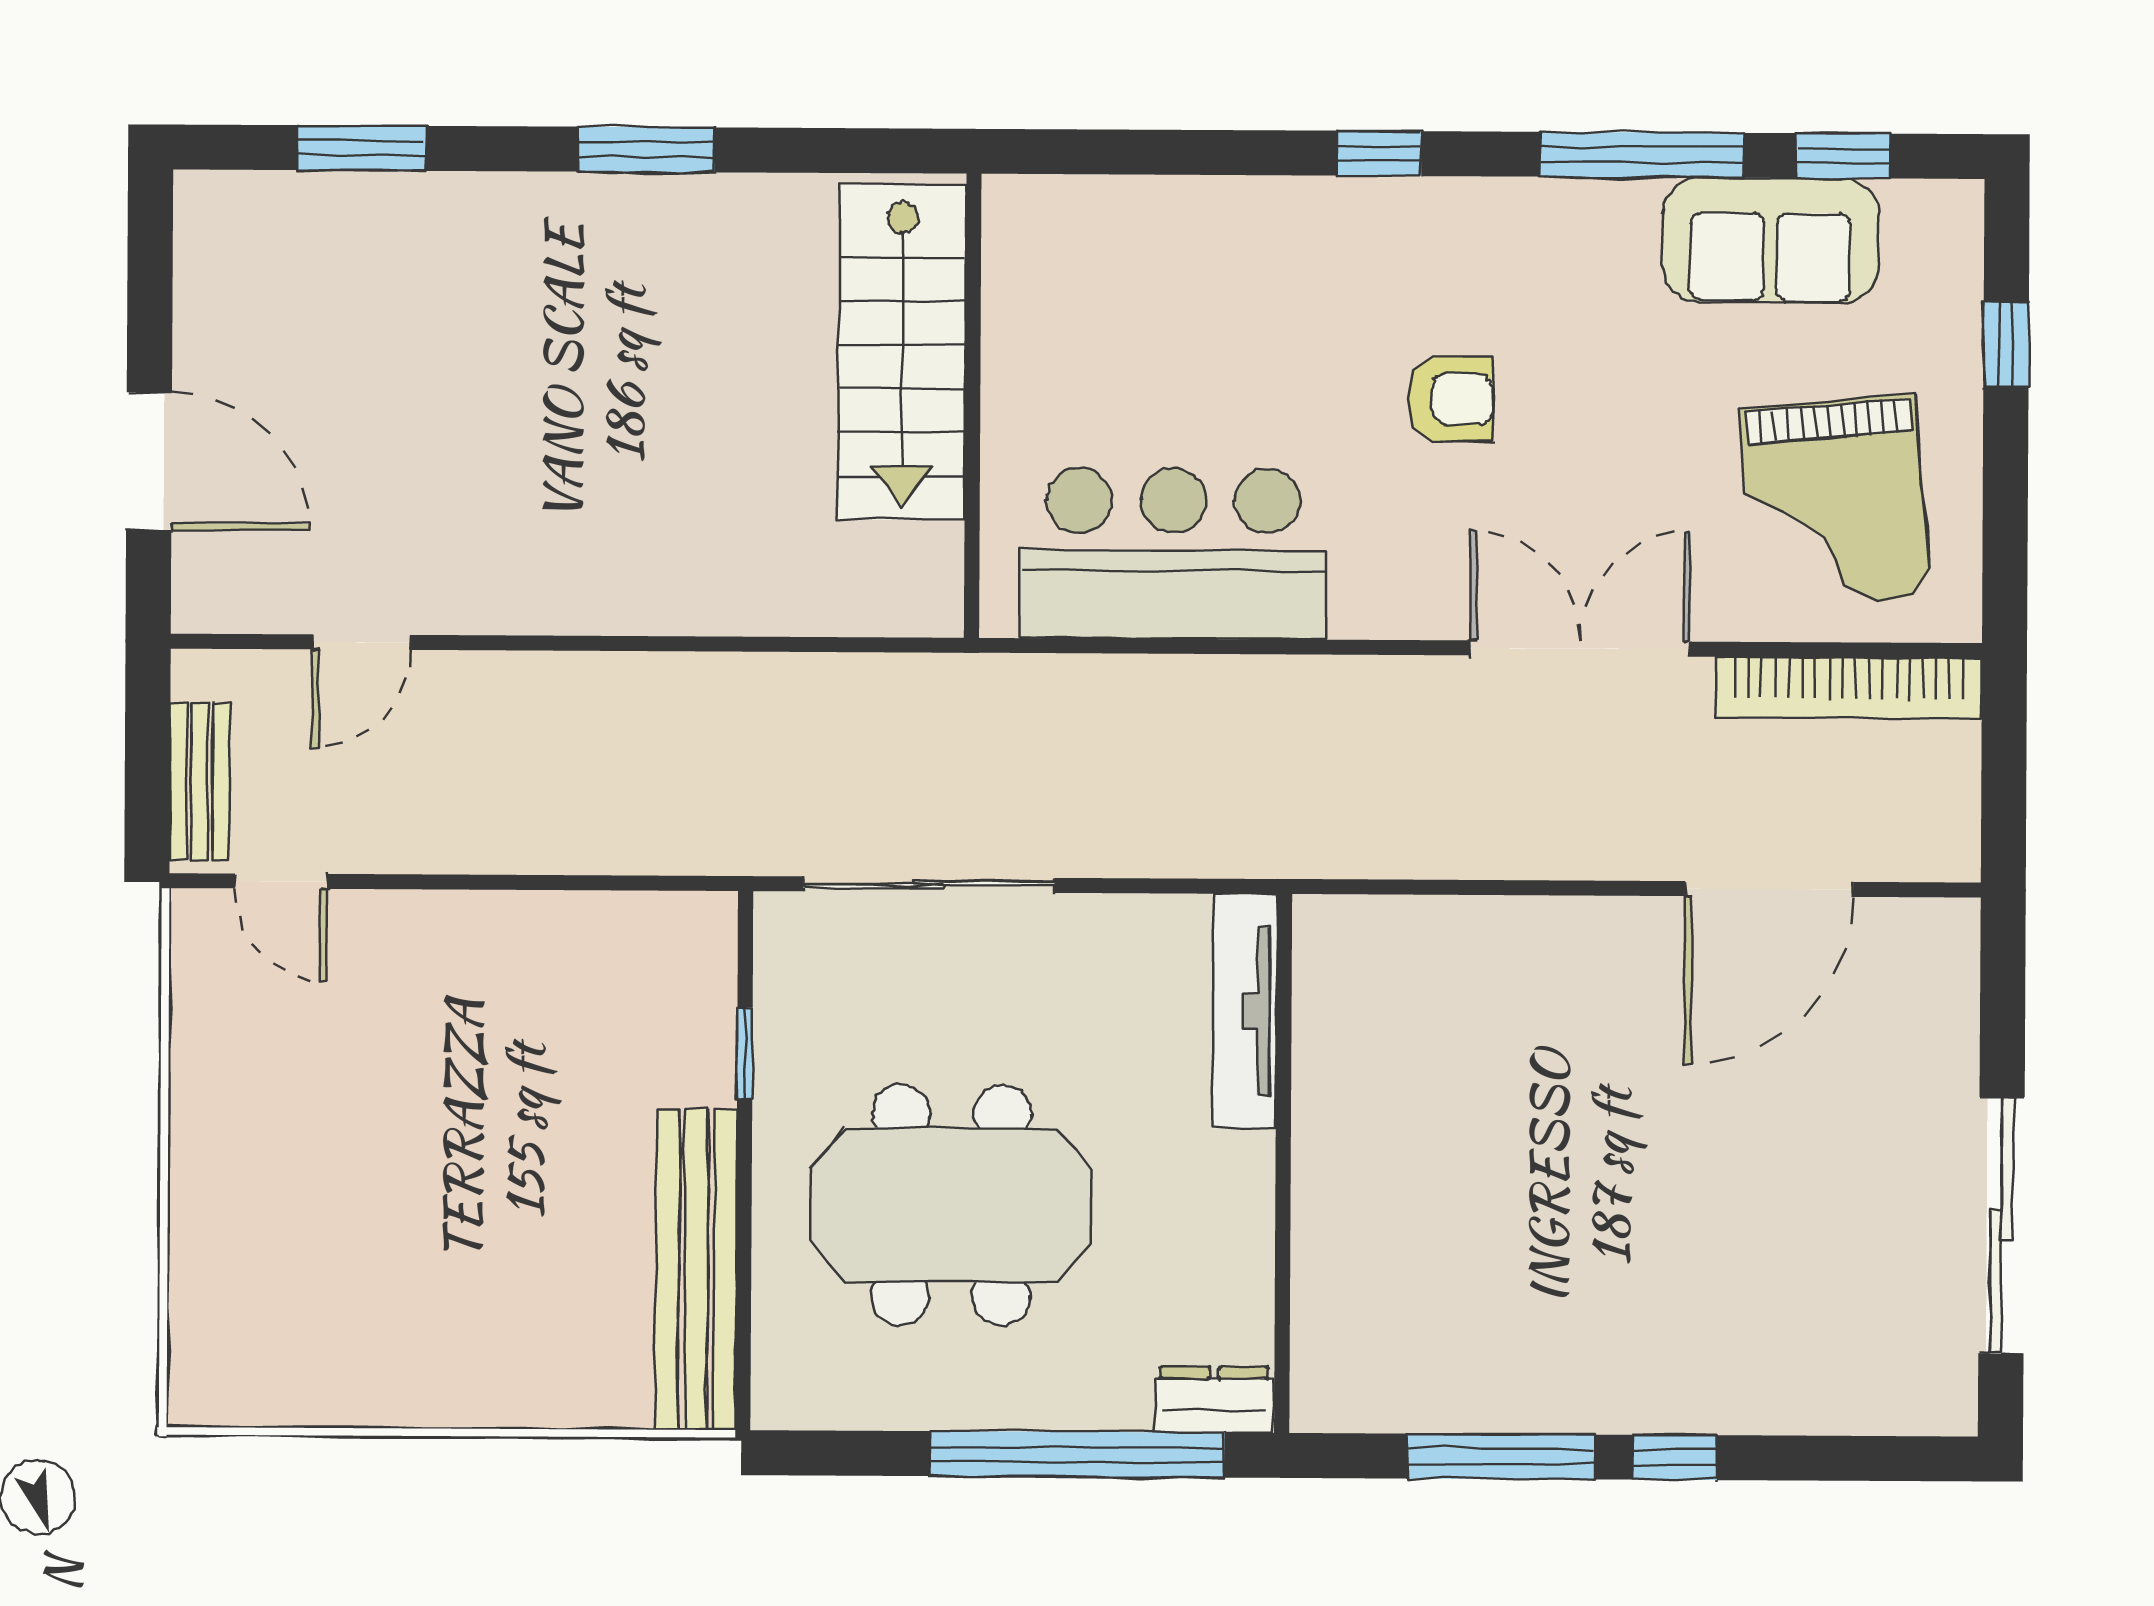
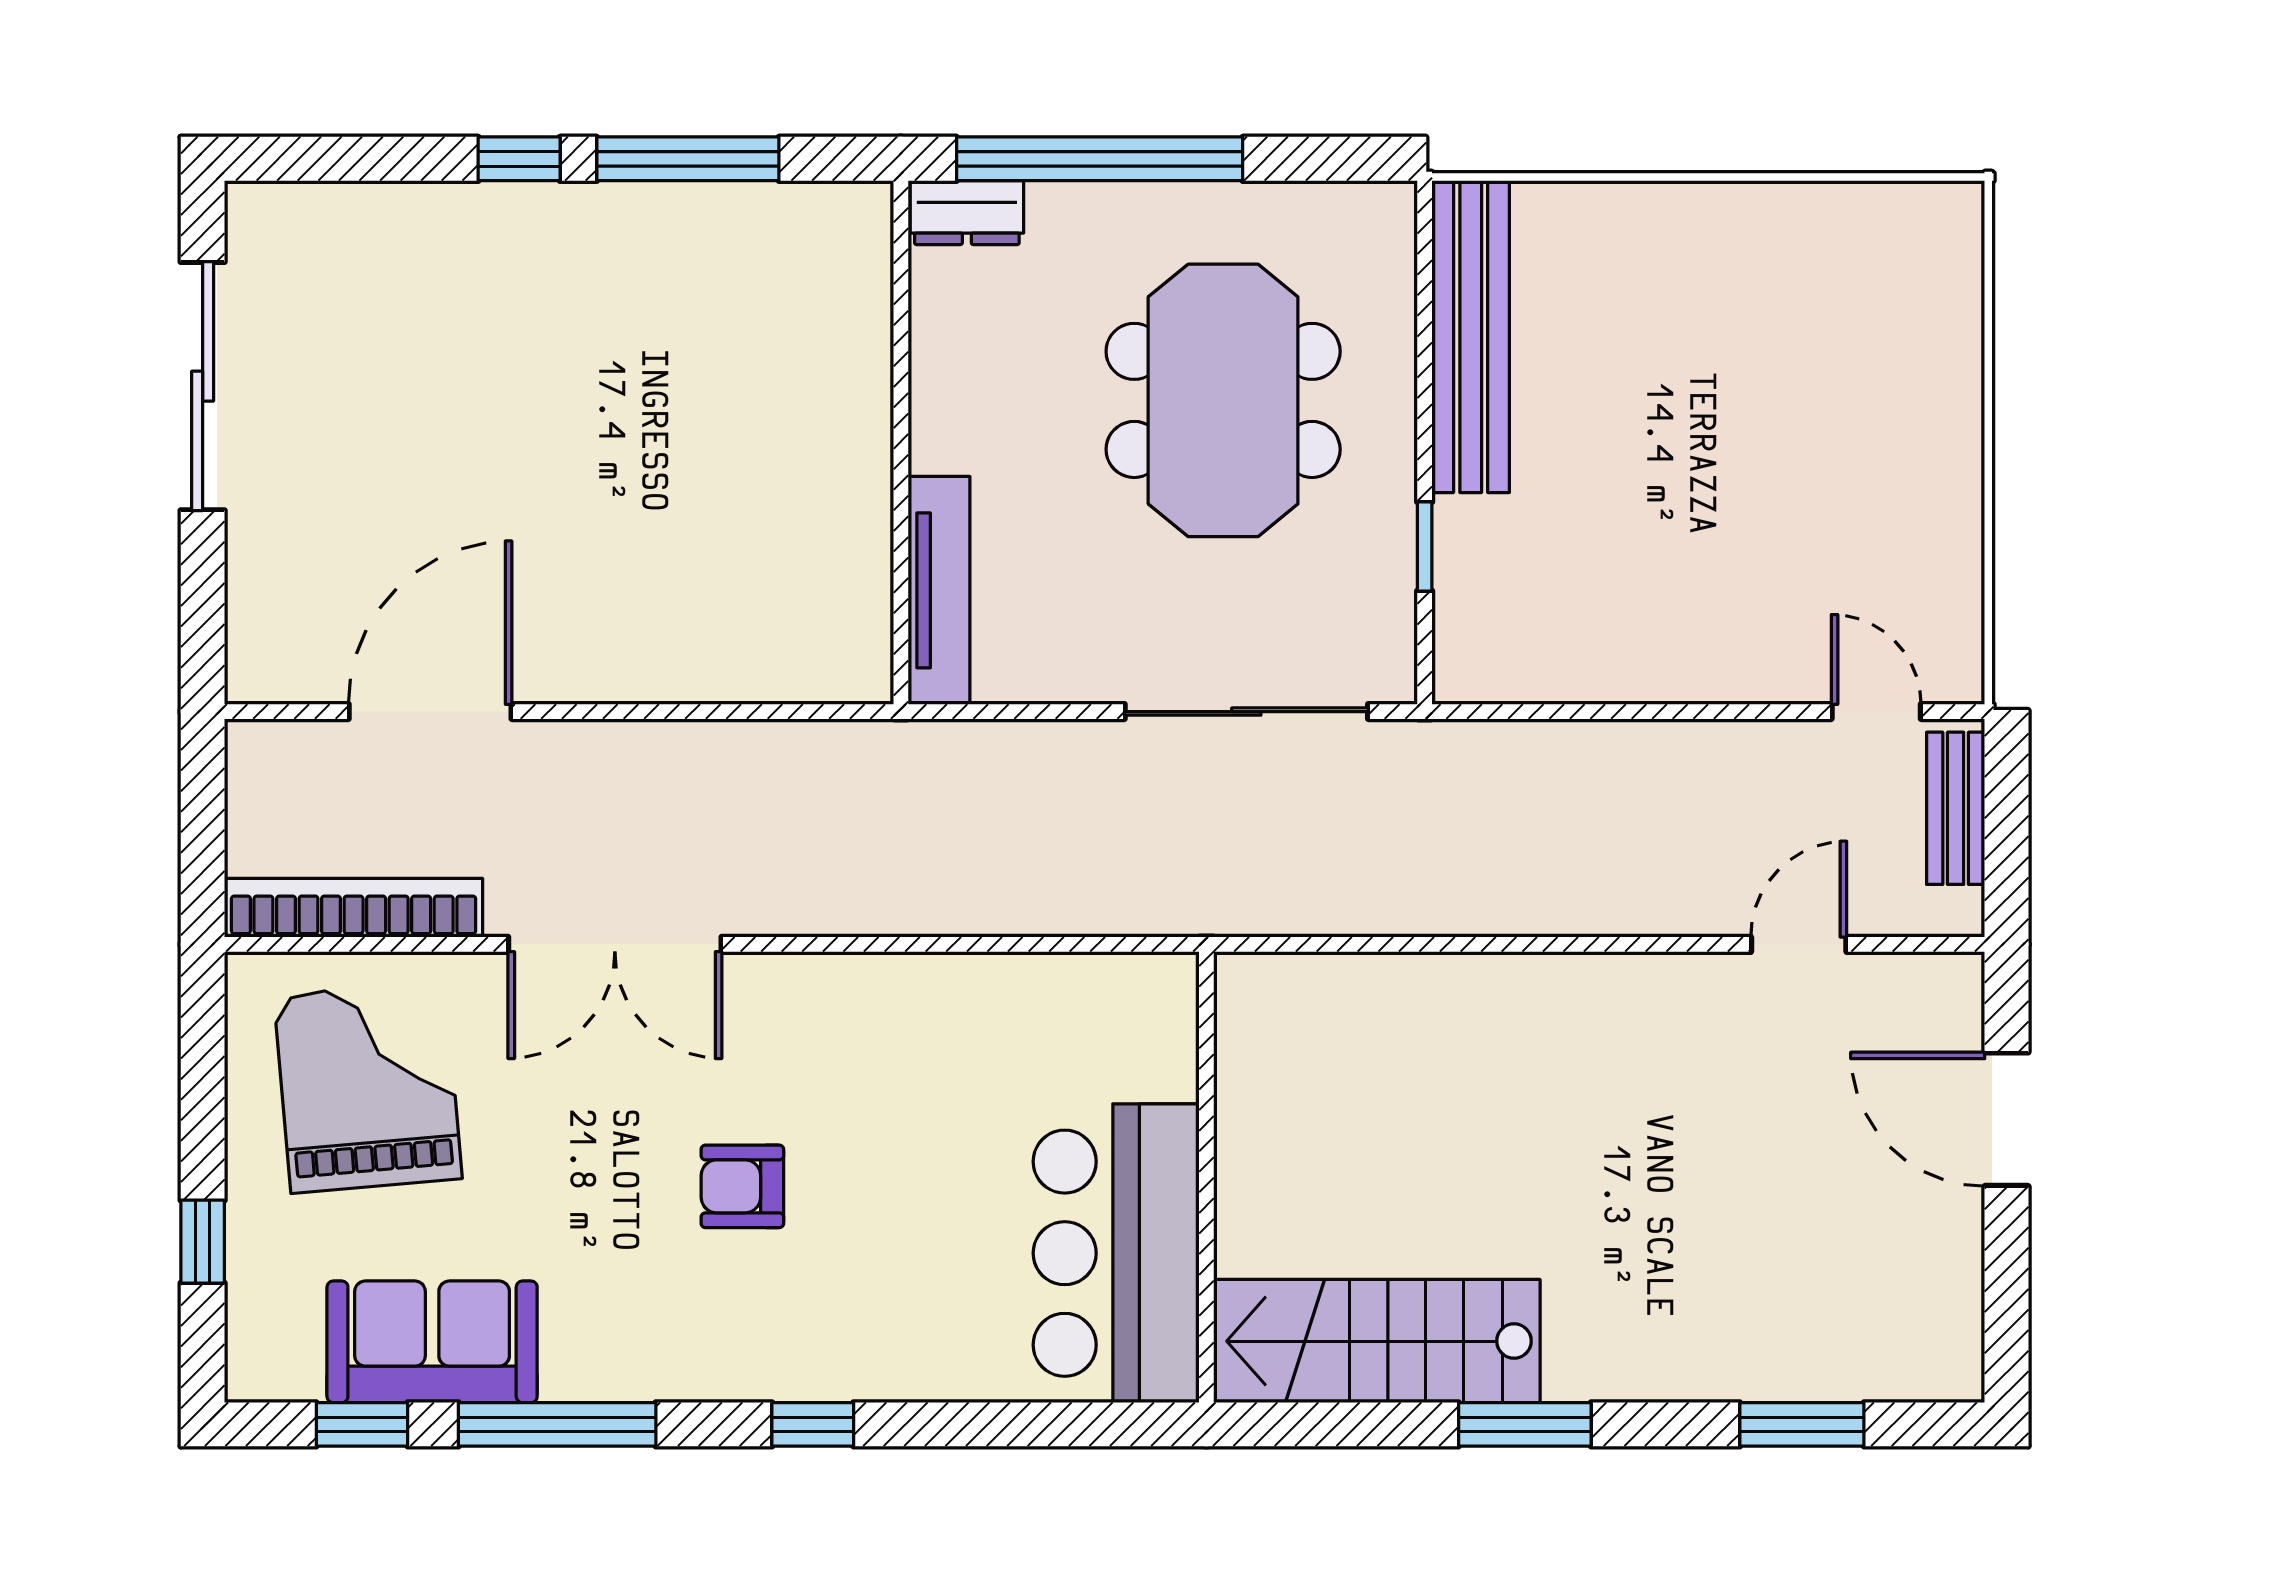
stairs: (902, 352) -> (1377, 1341), moved, turned -90
bar counter: (1173, 553) -> (1116, 1253), moved, turned 90
meeting table: (951, 1205) -> (1223, 400), turned 90

